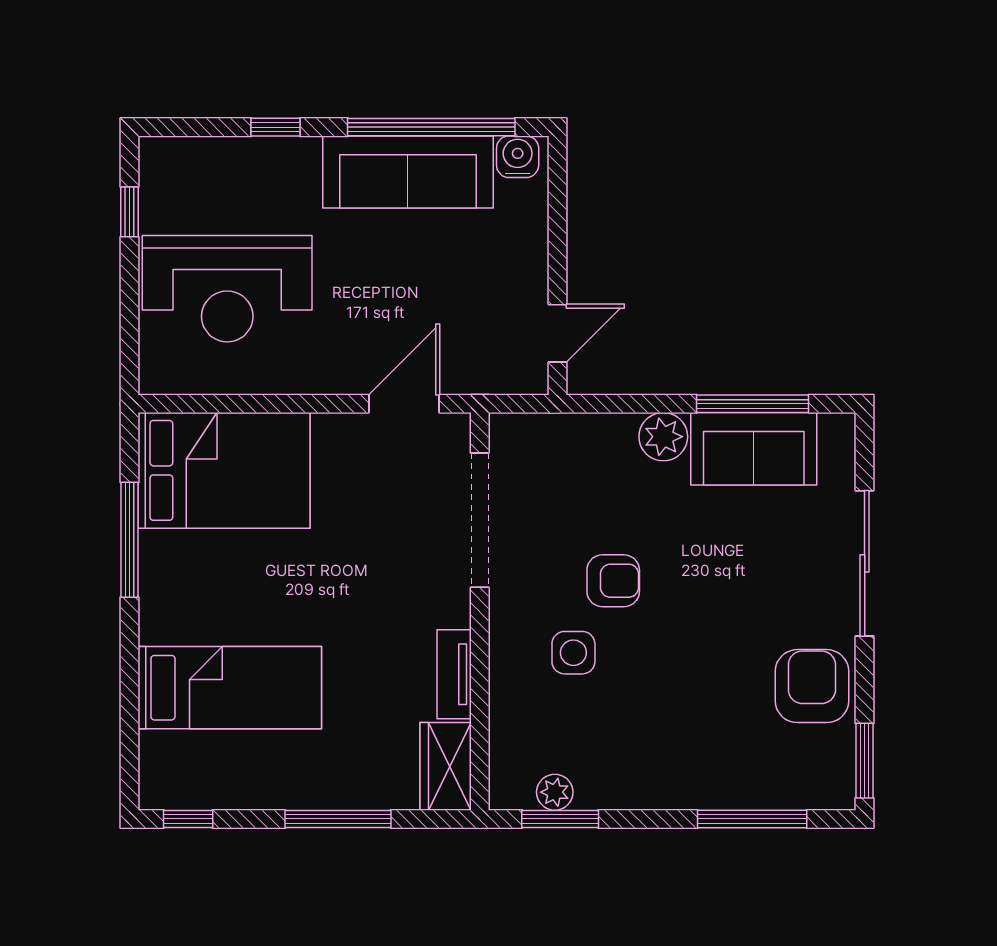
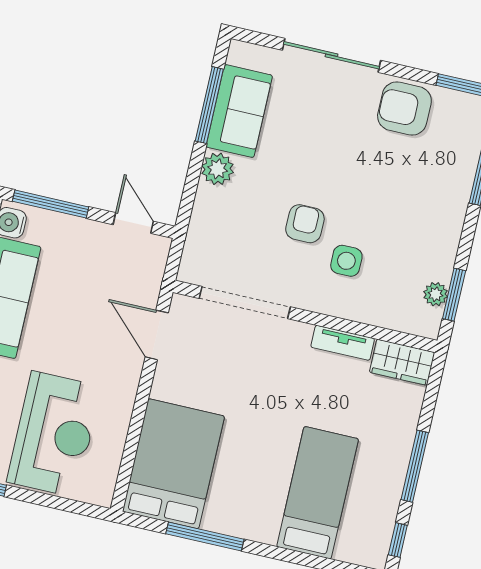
window: (558, 208) -> (51, 204), added
window: (338, 819) -> (415, 466), moved

